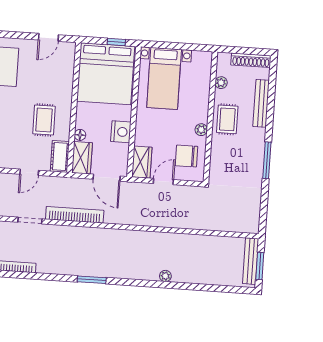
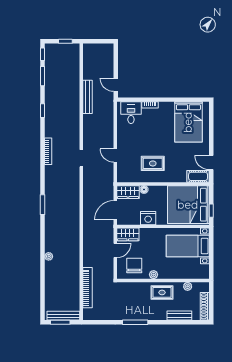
bench: (261, 103) -> (179, 316), width x0.73
cot: (60, 156) -> (198, 176), moved
door: (163, 181) -> (115, 250), hinge flipped
bookcase: (75, 215) -> (87, 288), moved

